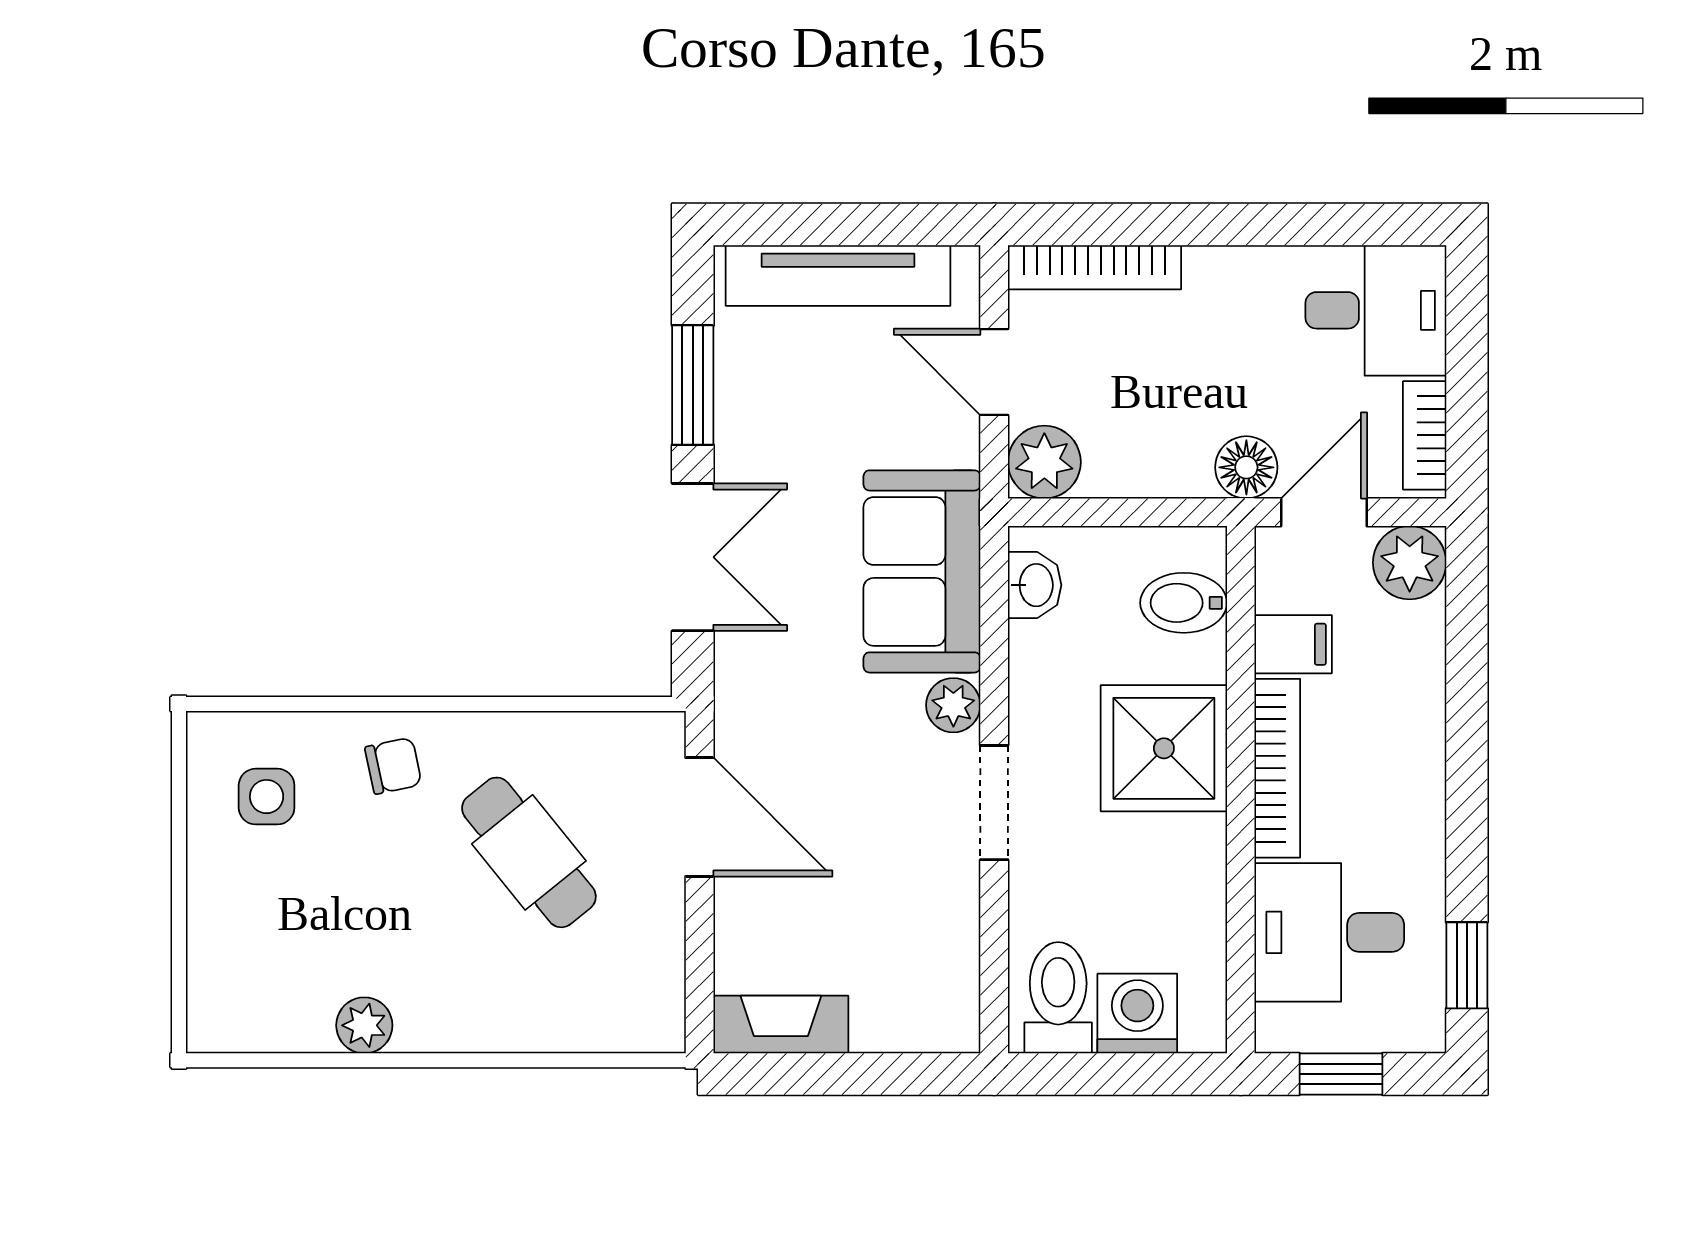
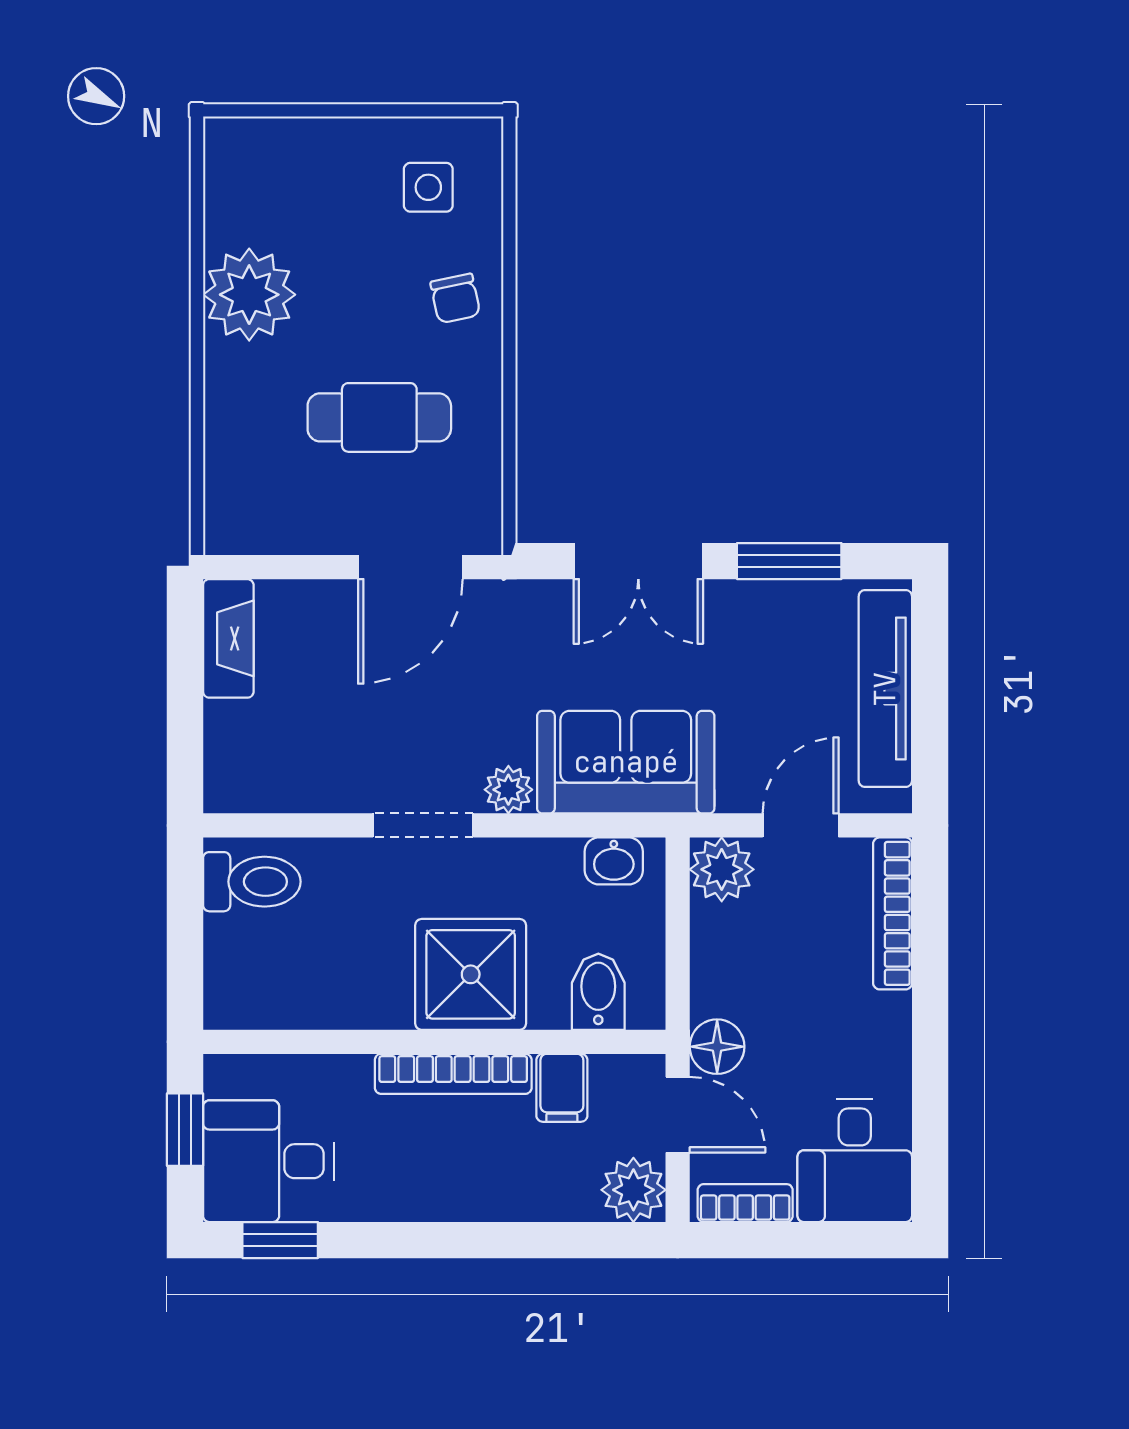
cafe table: (529, 852) -> (379, 417), turned 39
desk: (1329, 932) -> (269, 1161), moved, turned -90
washing machine: (1137, 1014) -> (238, 951), removed
plant: (364, 1025) -> (249, 295), width x1.87, depth x1.87

